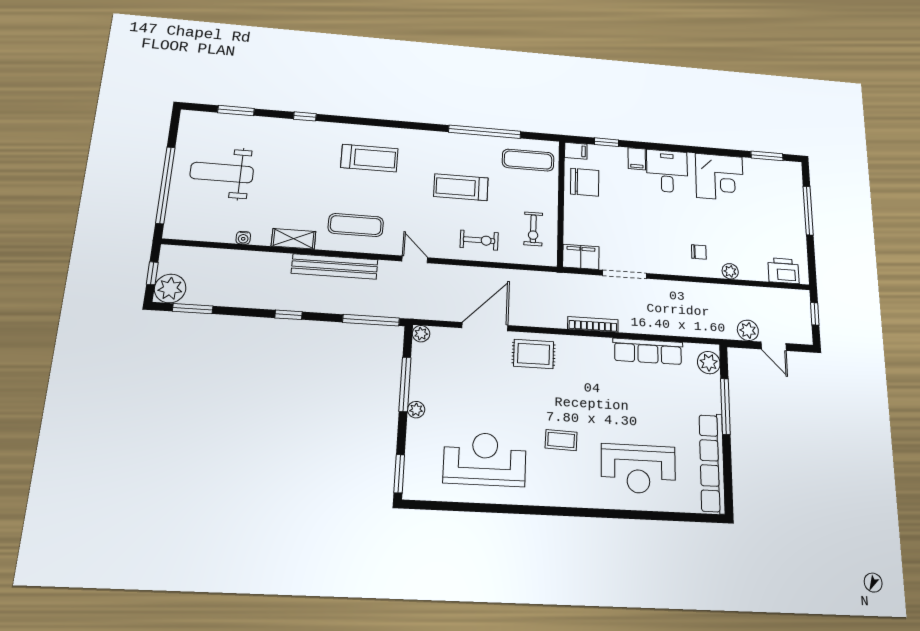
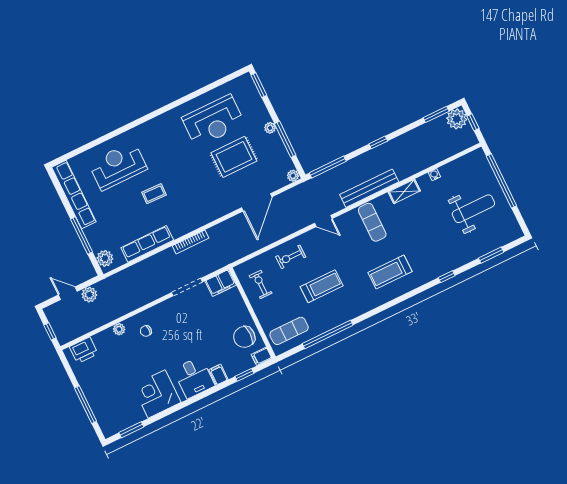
exercise mat: (356, 225) -> (372, 222), turned 90
rug: (534, 354) -> (234, 157), moved, width x1.36, depth x1.43
coffee table: (561, 440) -> (154, 194), moved

